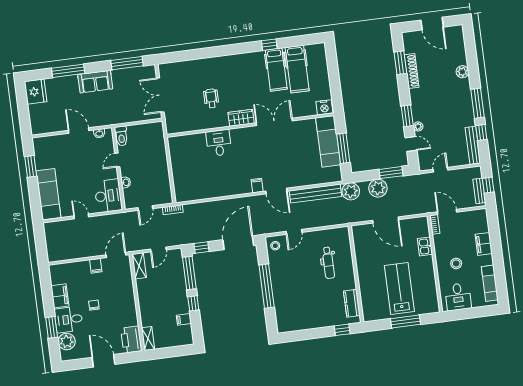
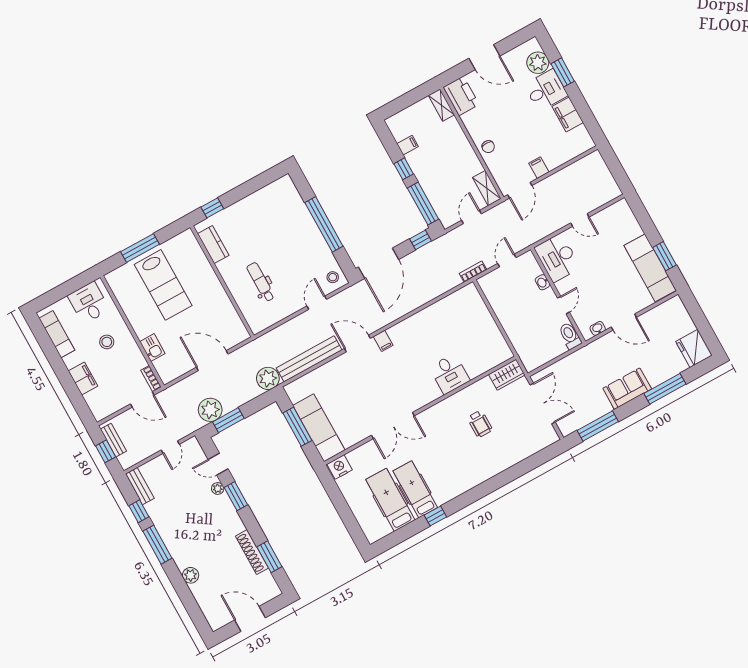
wardrobe: (241, 118) -> (507, 375), moved
bench: (473, 145) -> (140, 486), width x0.73
plant: (378, 188) -> (210, 410), moved
exam couch: (48, 194) -> (650, 268), moved
chair: (94, 305) -> (488, 147), moved

